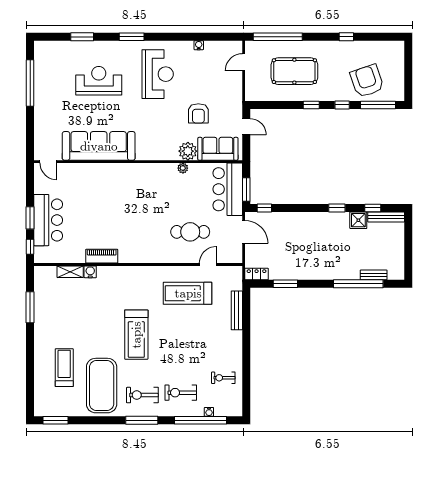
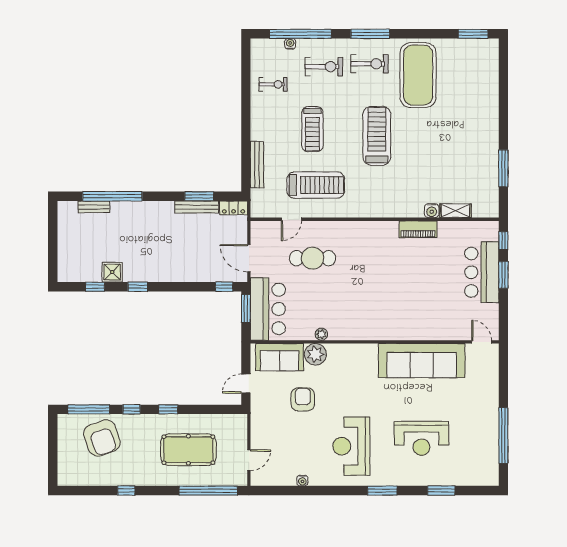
door: (246, 127) -> (246, 384), hinge flipped
bench: (386, 217) -> (197, 207), moved
treadmill: (64, 368) -> (312, 129), moved

